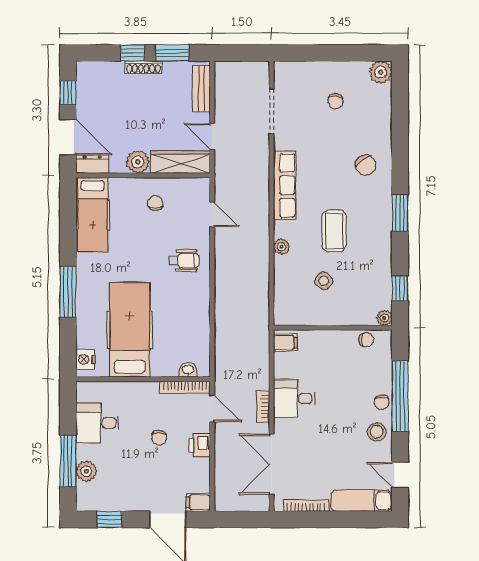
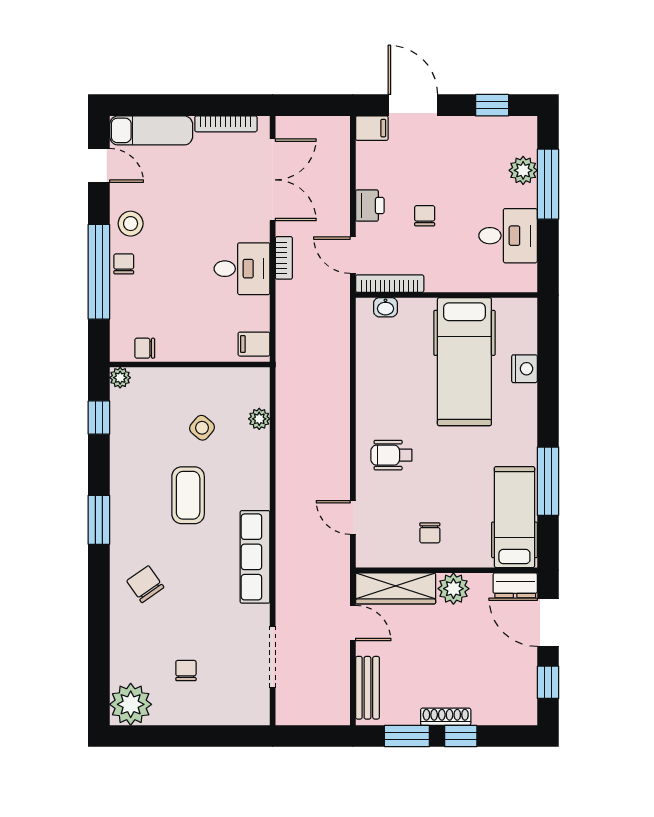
plant: (381, 72) -> (131, 704), width x1.36, depth x1.36
plant: (281, 247) -> (259, 419), moved
window: (68, 292) -> (548, 481), moved
nightstand: (85, 359) -> (524, 369), moved

